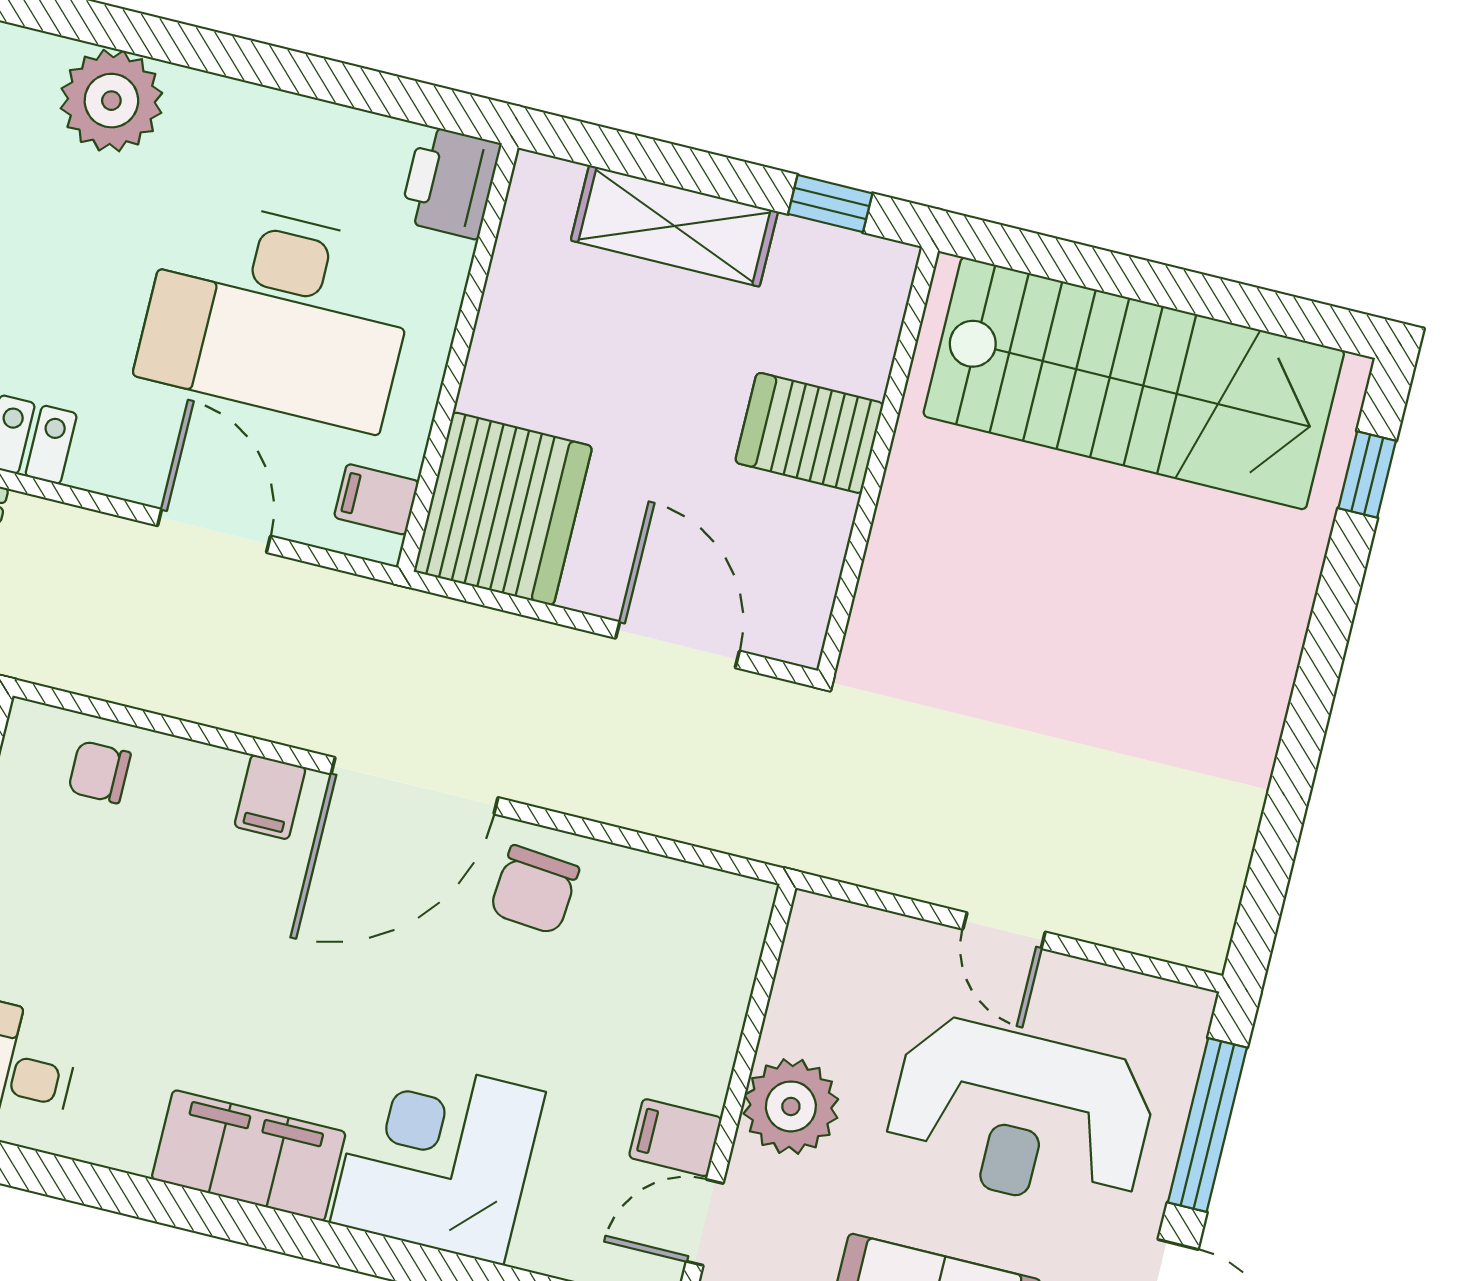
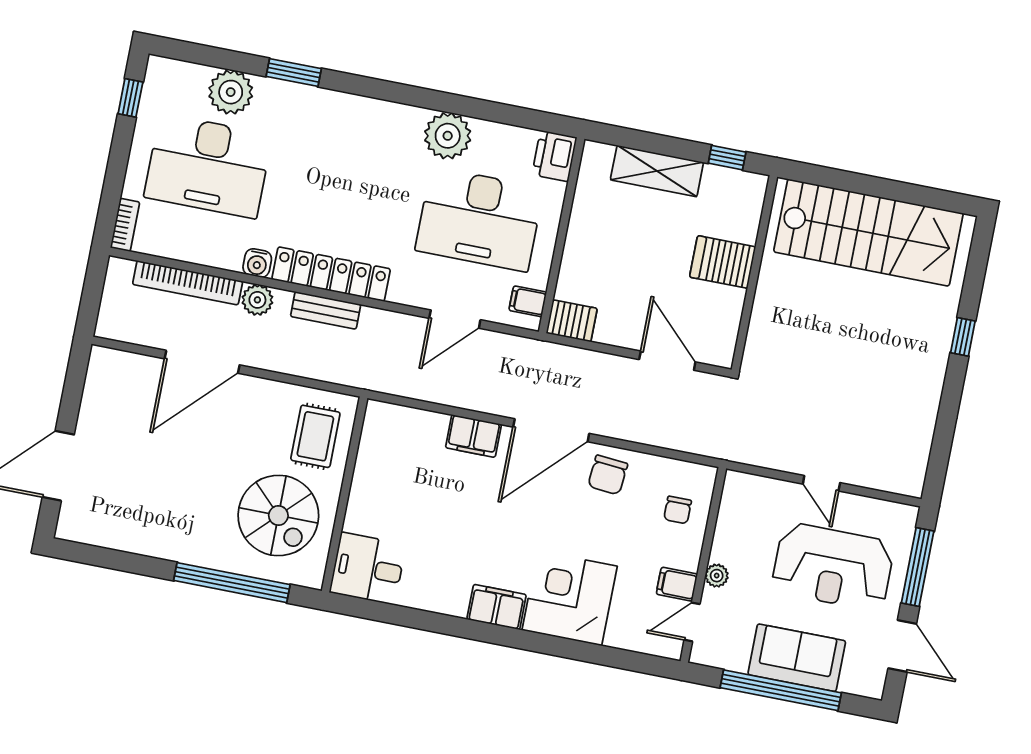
plant: (111, 101) -> (448, 136), moved
window: (1367, 474) -> (963, 337), moved
server rack: (503, 509) -> (572, 321), width x0.46, depth x0.70
door: (214, 531) -> (455, 319), swing flipped
chair: (99, 772) -> (678, 510), moved, turned -90
filing cabinet: (270, 797) -> (473, 436), width x2.00
plant: (791, 1106) -> (717, 576), width x0.53, depth x0.53
filing cabinet: (249, 1156) -> (497, 607), width x0.67, depth x0.86

